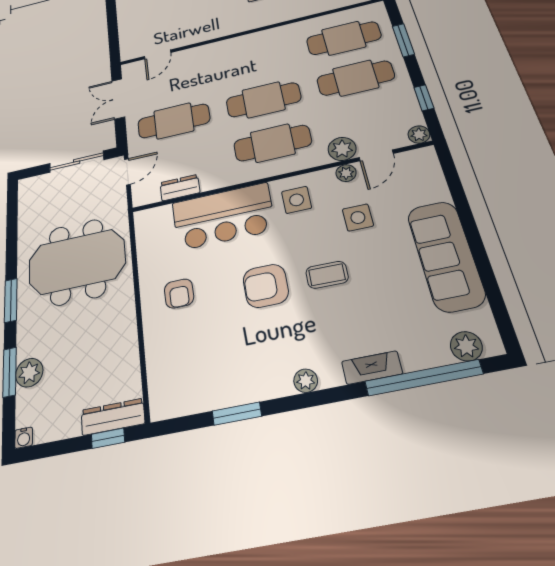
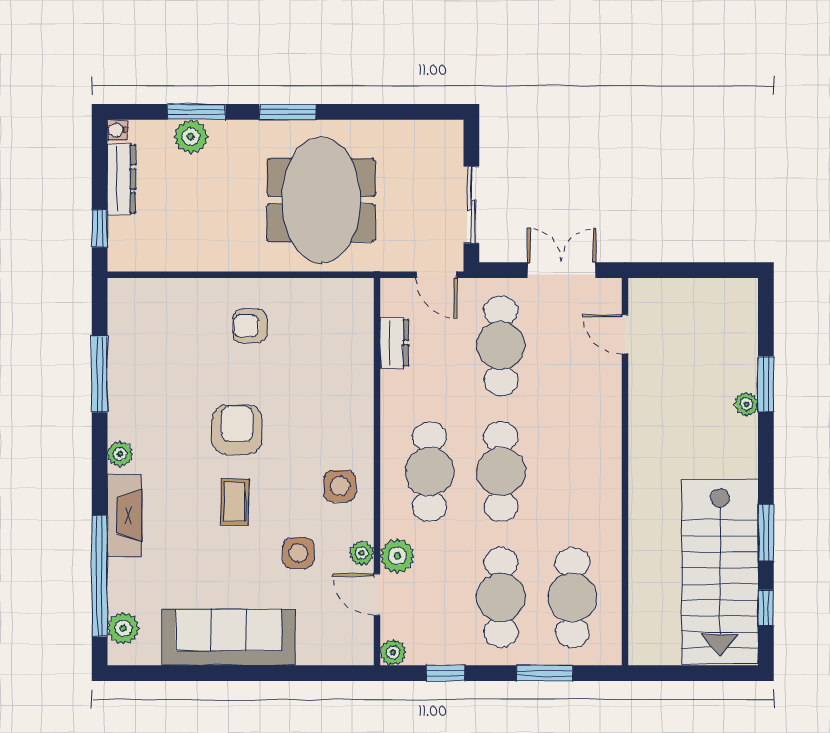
bar counter: (223, 216) -> (339, 393), removed
fireplace: (372, 368) -> (124, 515), width x1.37, depth x1.32
window: (237, 414) -> (100, 374), width x1.44
dresser: (113, 417) -> (121, 179), moved

